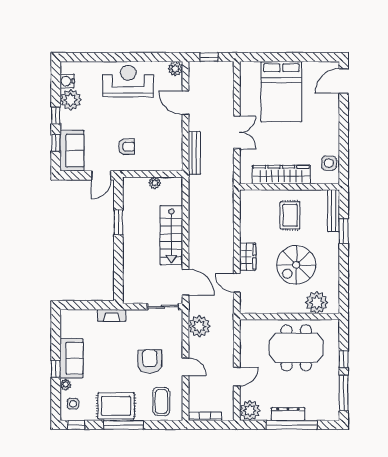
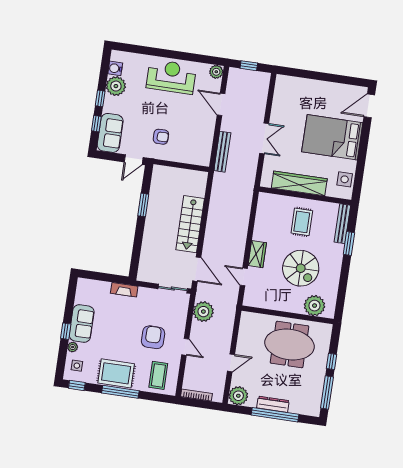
bed: (281, 92) -> (332, 137), moved, turned 90
plant: (155, 183) -> (182, 174), removed
spiral stairs: (296, 265) -> (301, 268), turned -90

